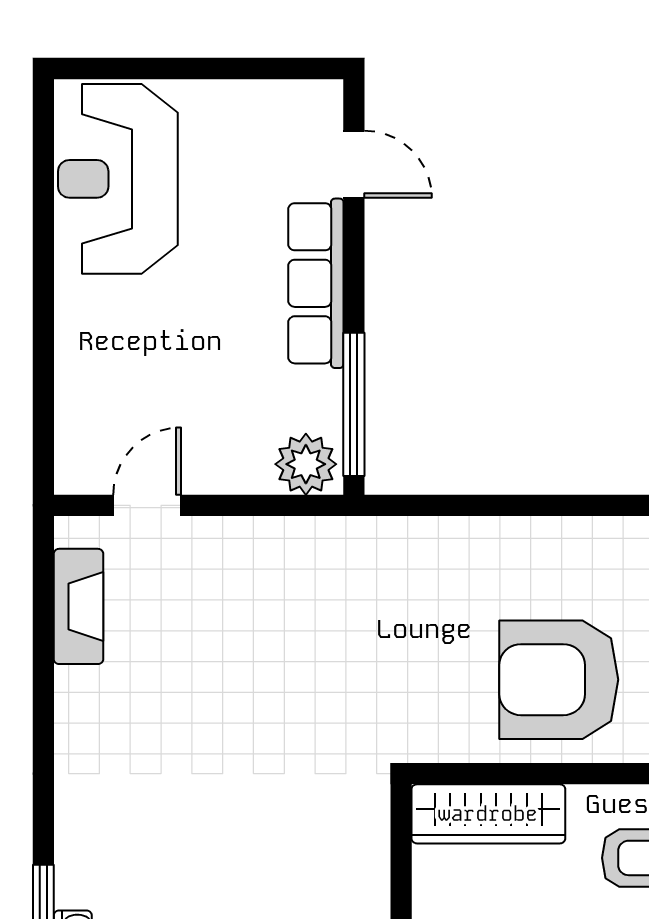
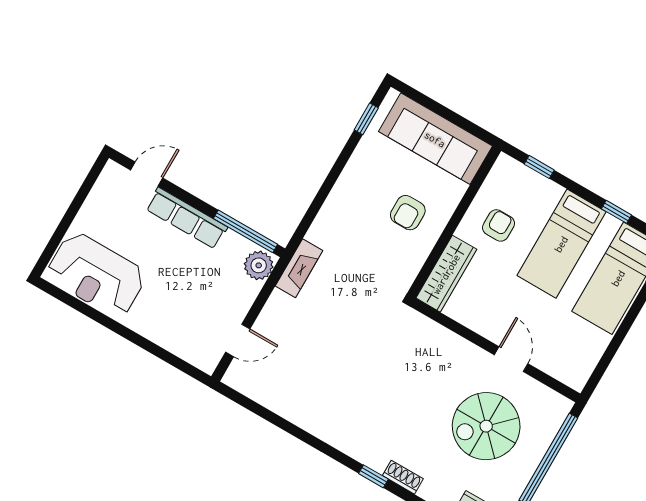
door: (147, 505) -> (238, 341), swing flipped
fireplace: (78, 606) -> (299, 268), moved, turned 90
armchair: (559, 680) -> (408, 213), width x0.53, depth x0.53

